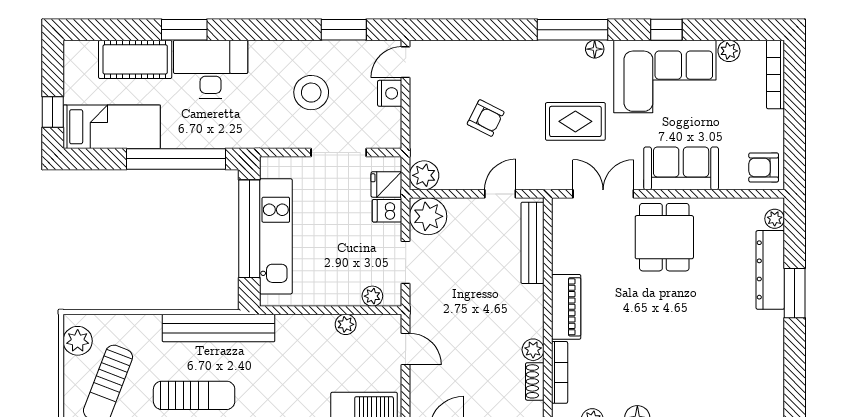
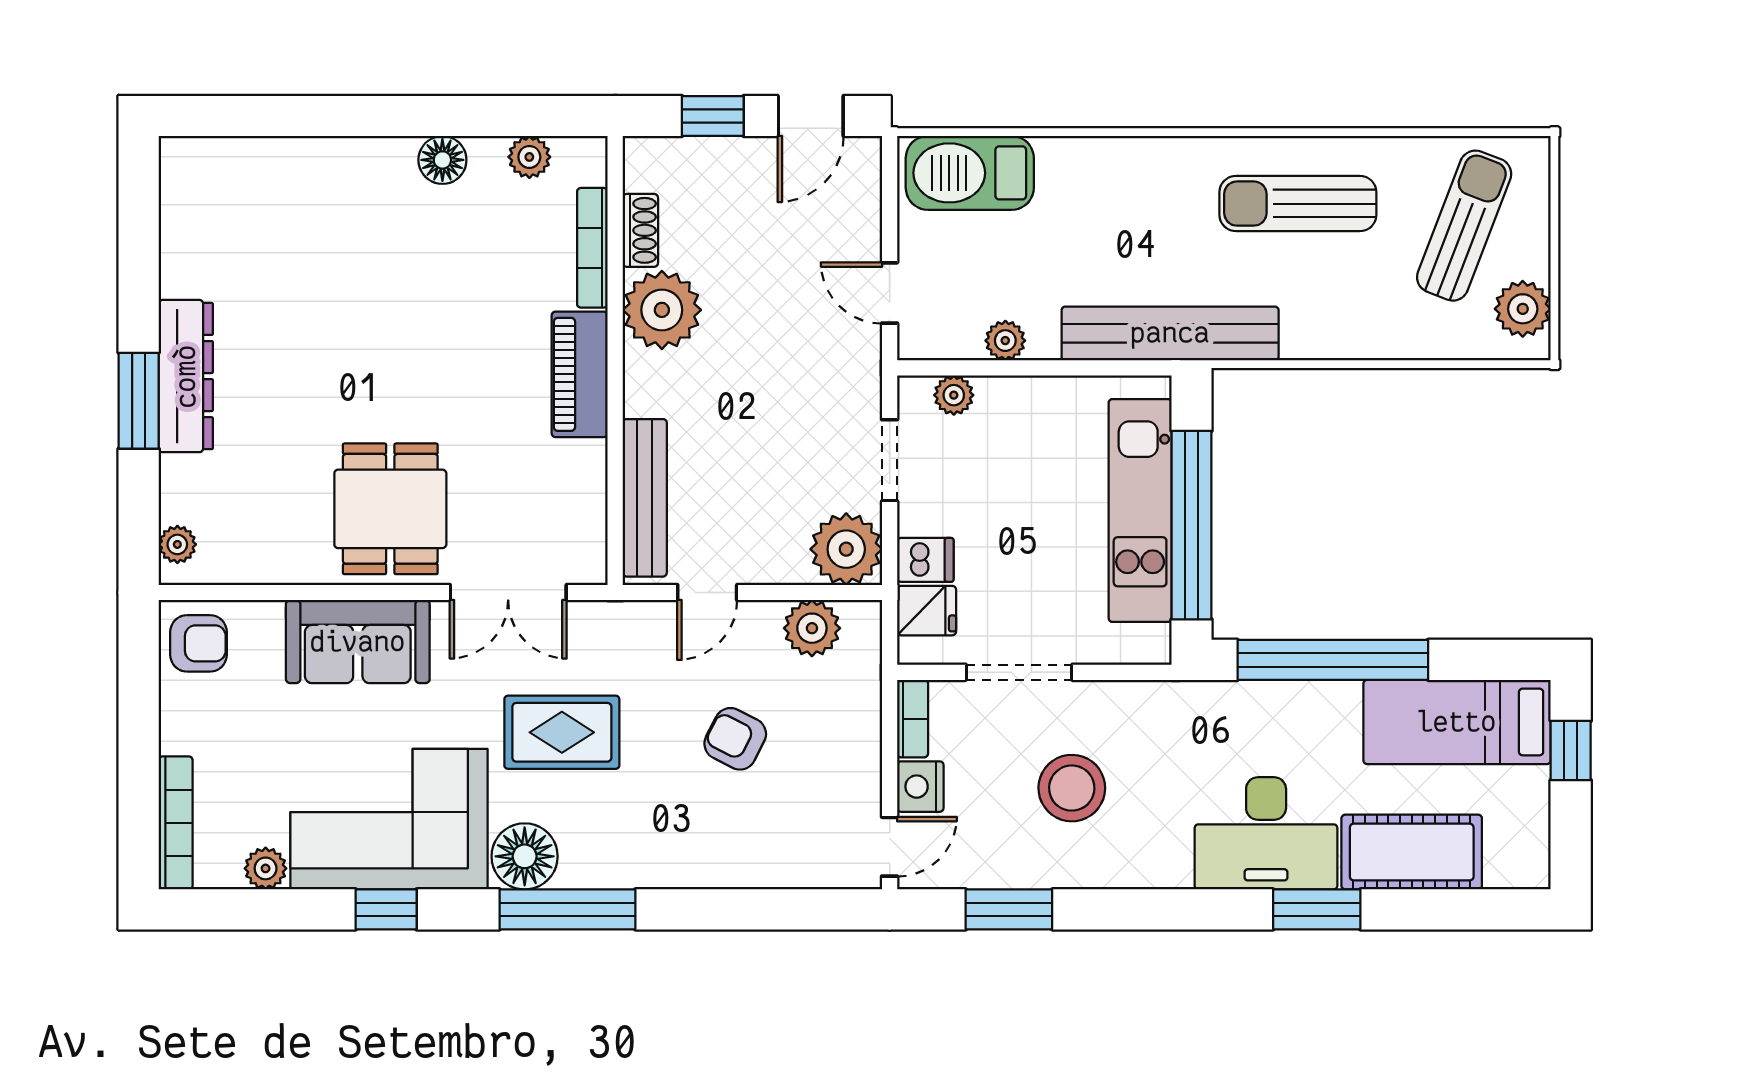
floor lamp: (595, 49) -> (525, 856), width x1.89, depth x1.89
bookcase: (394, 129) -> (913, 719), added
plant: (424, 175) -> (812, 628), moved
dresser: (770, 270) -> (186, 376), moved
bench: (219, 328) -> (1170, 333), moved
plant: (533, 350) -> (662, 310), width x1.88, depth x1.88

